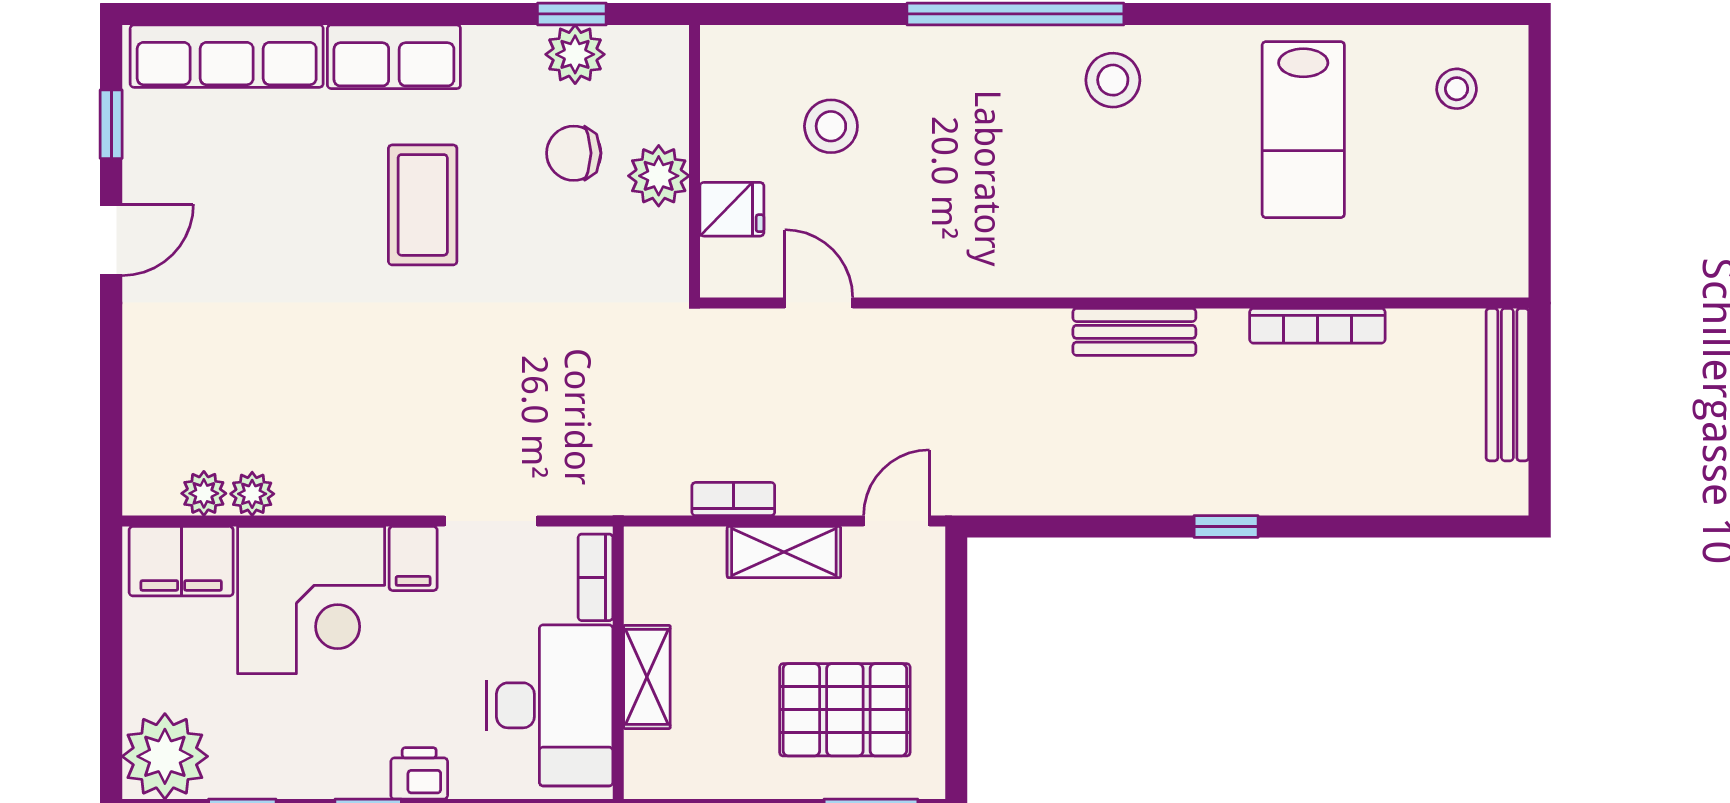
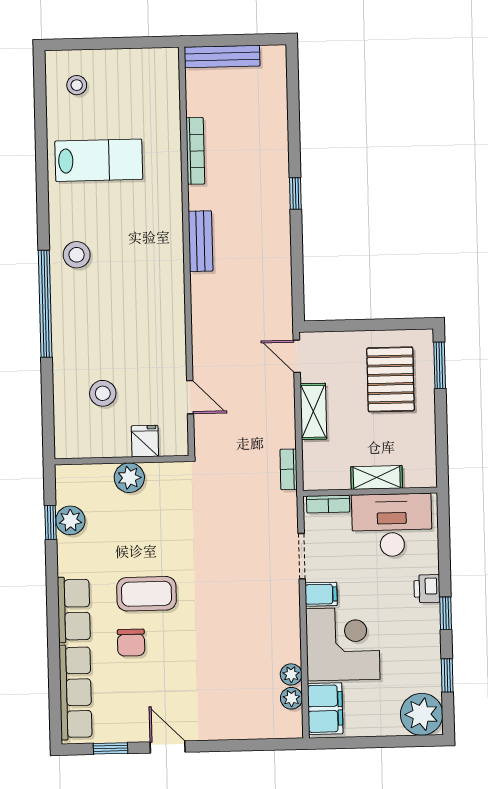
chair: (574, 153) -> (131, 643), moved
door: (819, 303) -> (190, 397), swing flipped
bookcase: (733, 499) -> (289, 469), moved

